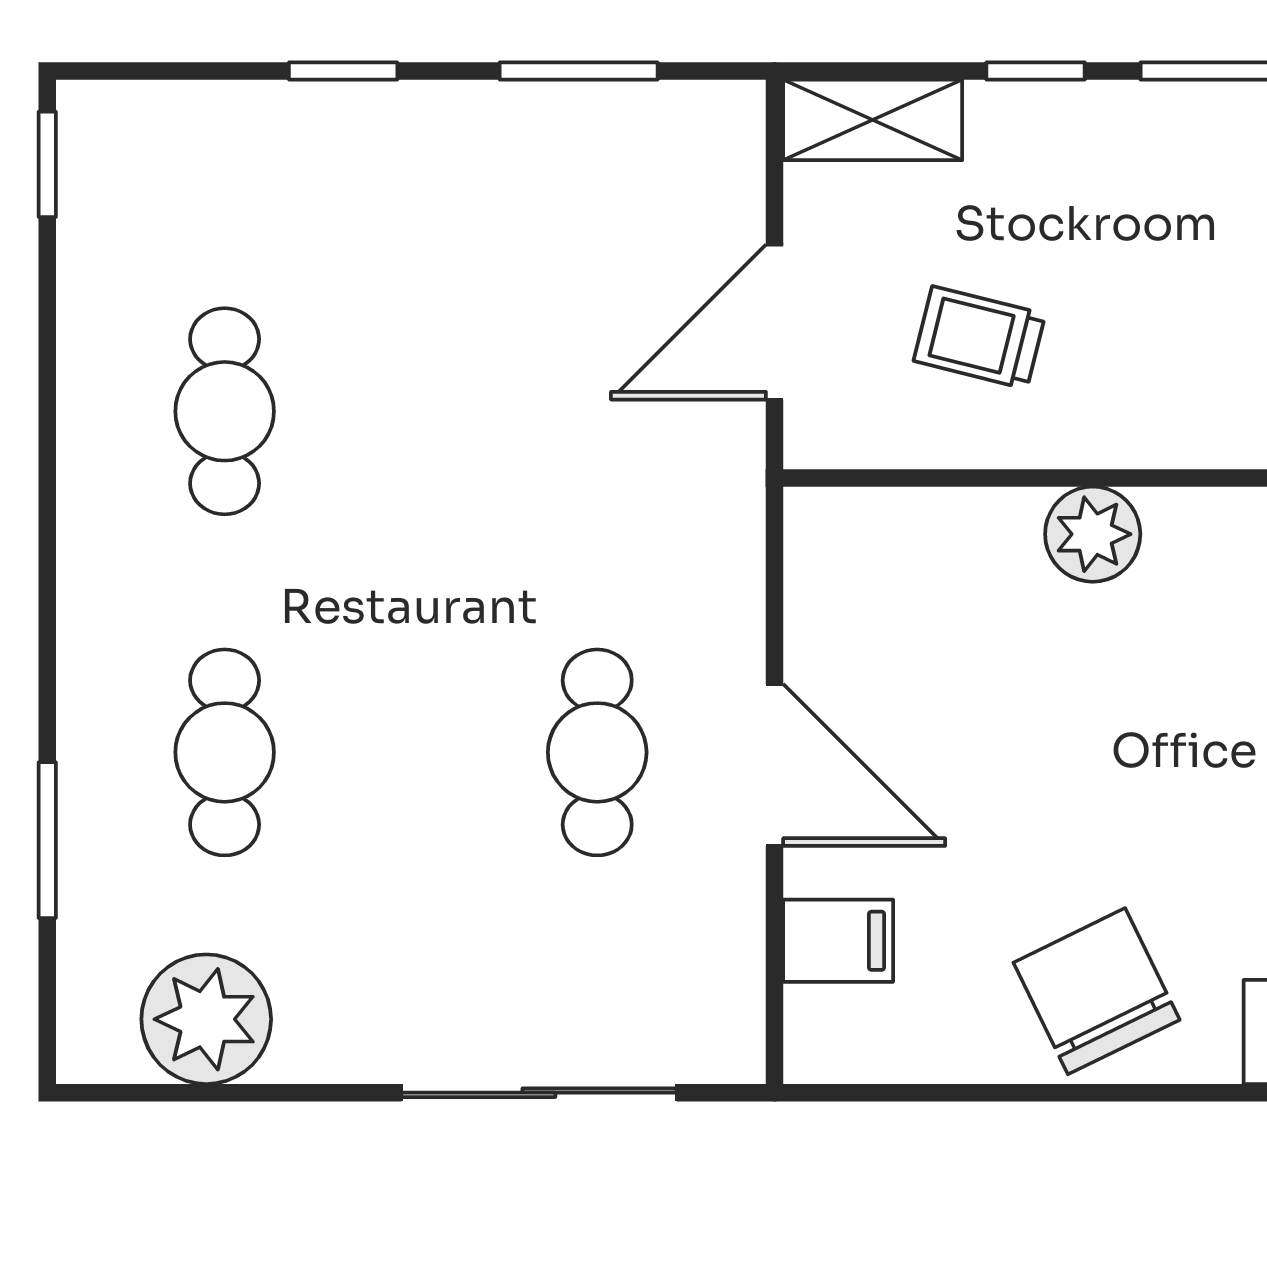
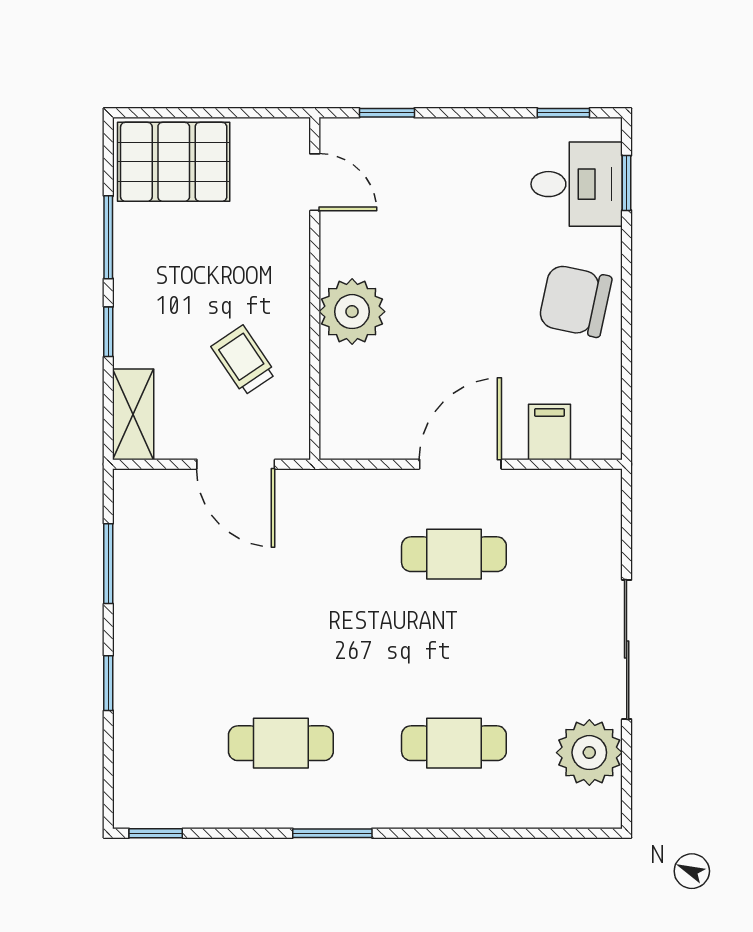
trolley: (979, 338) -> (244, 360), turned 132
plant: (1093, 534) -> (352, 312), width x1.36, depth x1.36
window: (47, 840) -> (332, 833), moved
chair: (1097, 991) -> (575, 301), turned 38
sliding door: (539, 1093) -> (627, 650), moved

